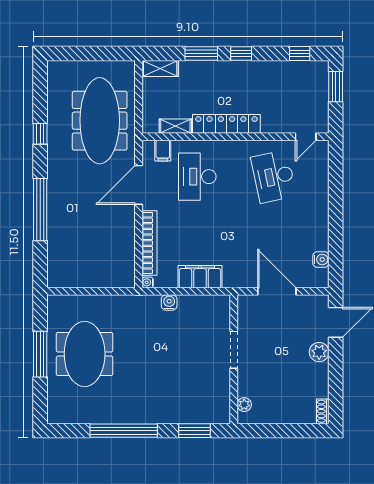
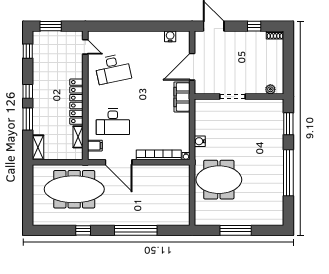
filing cabinet: (200, 277) -> (182, 97), moved
plant: (319, 352) -> (234, 38), removed
meeting table: (85, 354) -> (219, 180), moved
window: (336, 381) -> (254, 26), added

